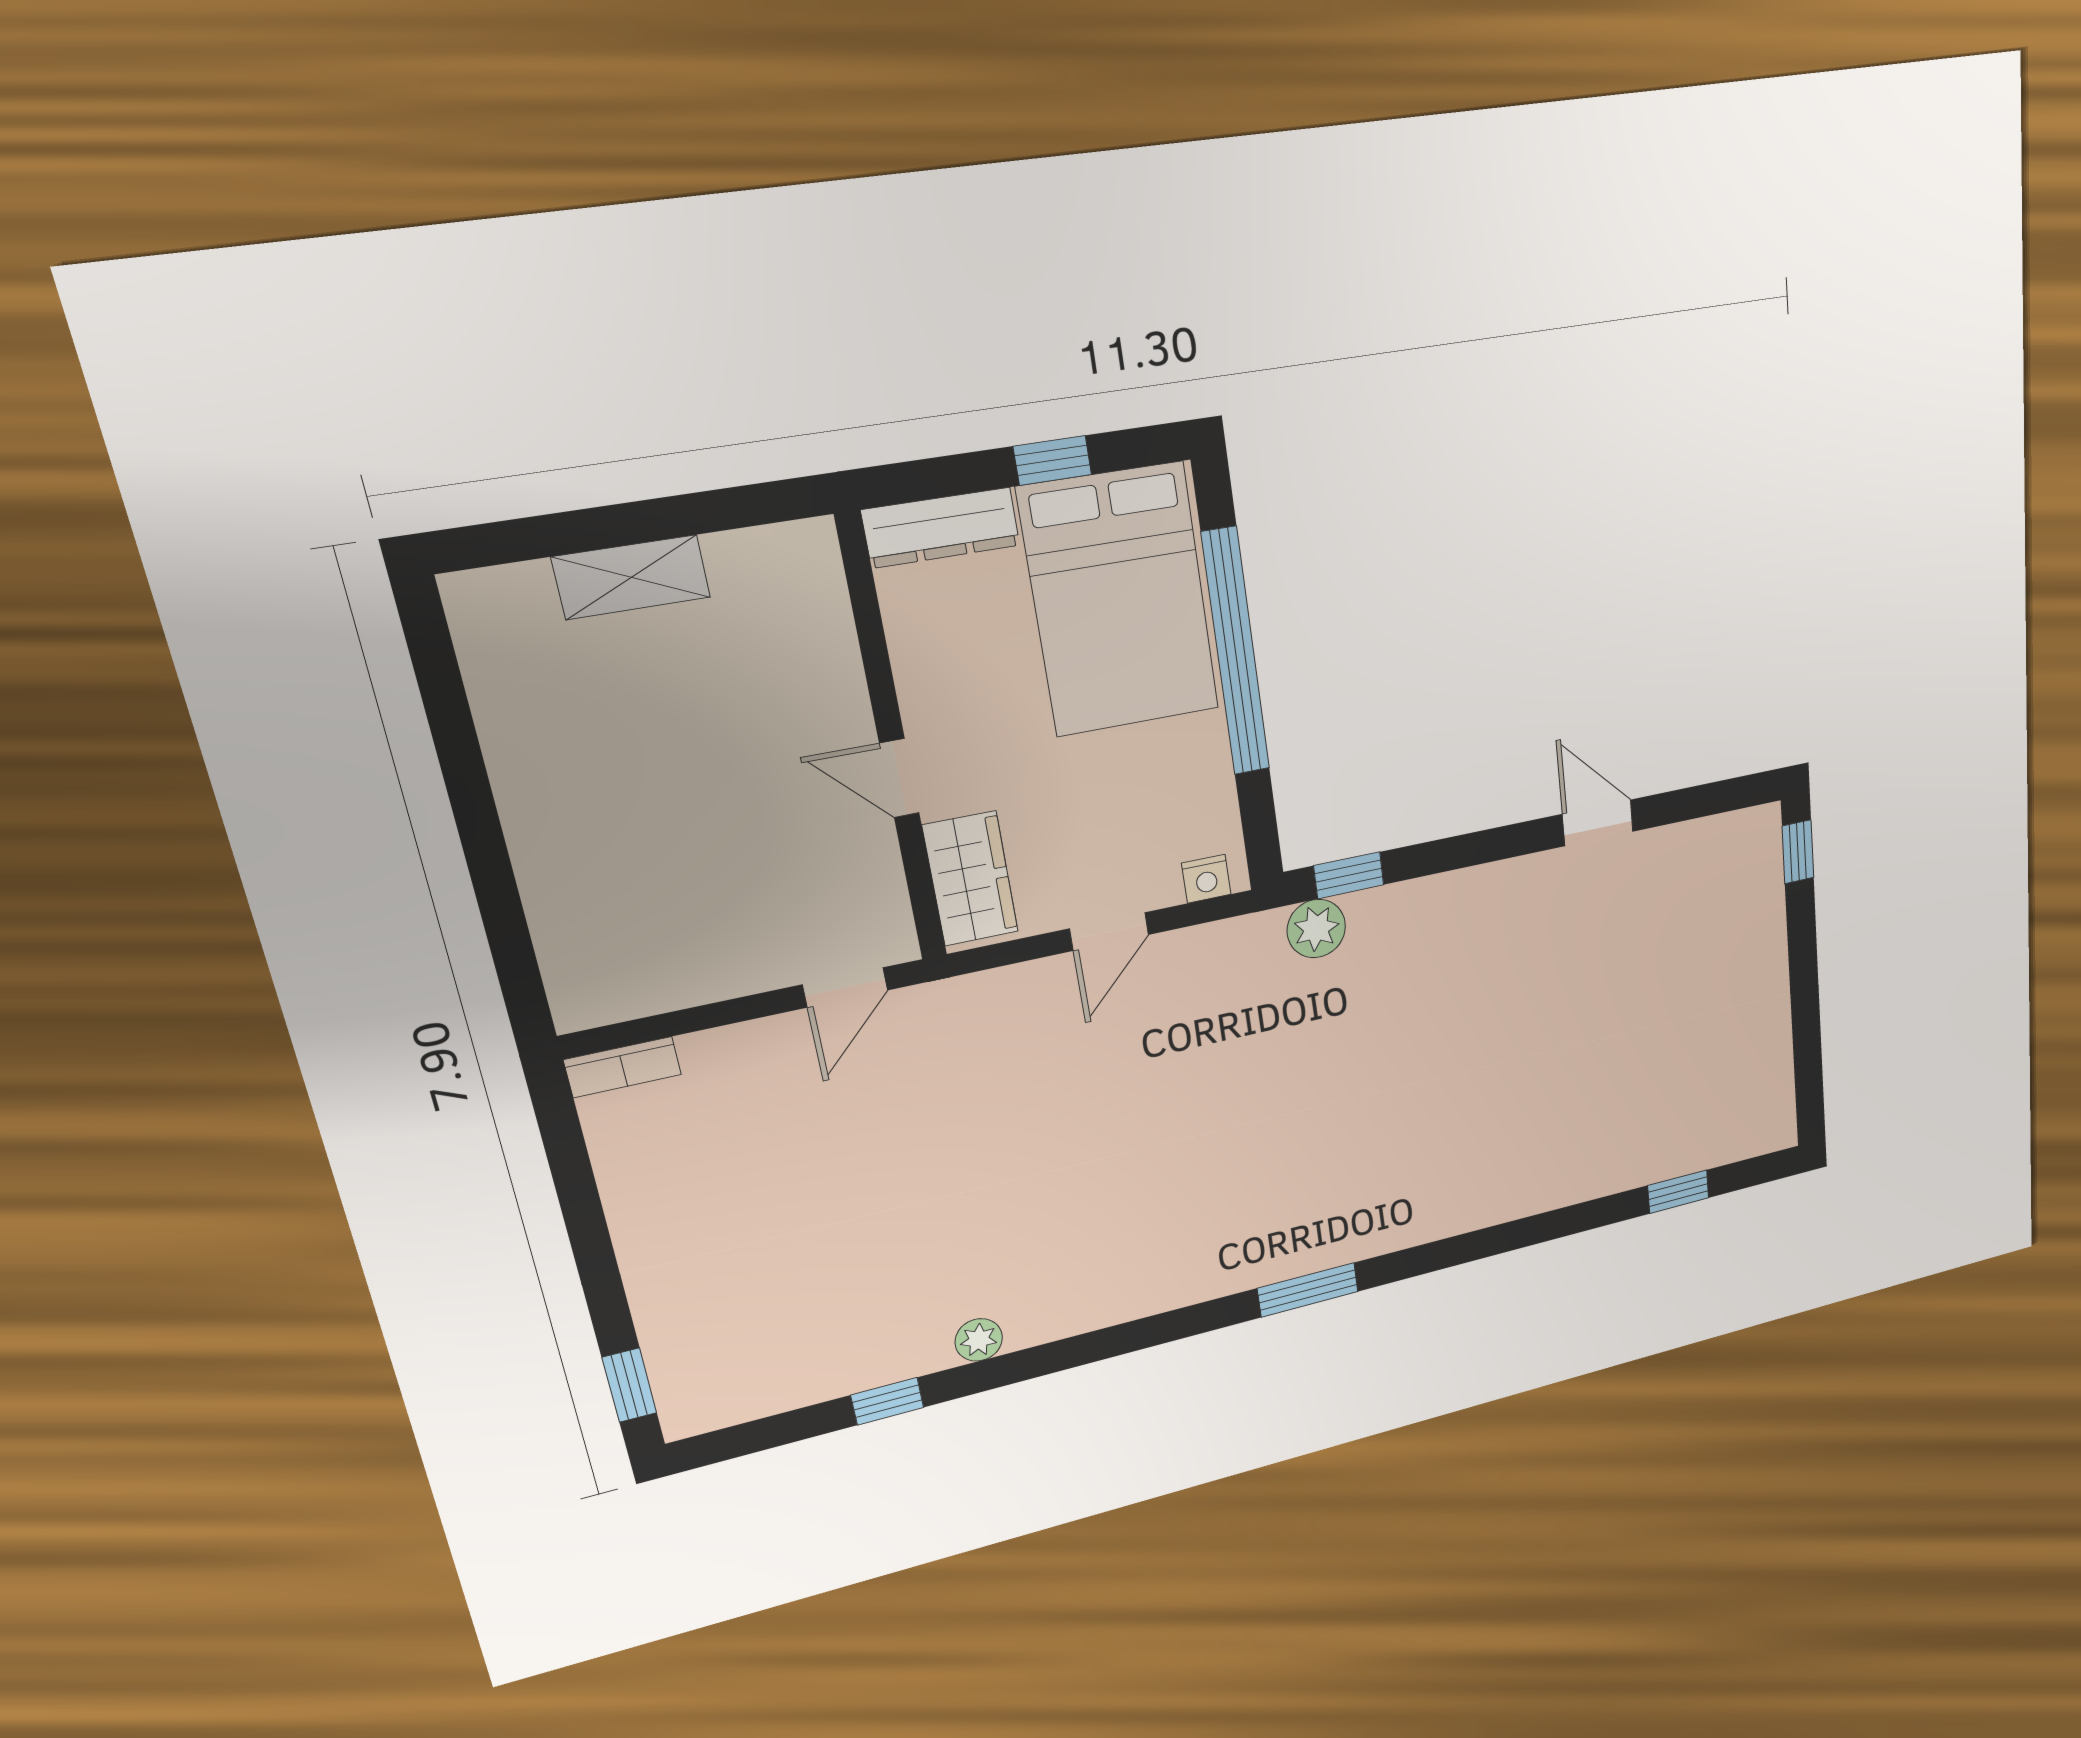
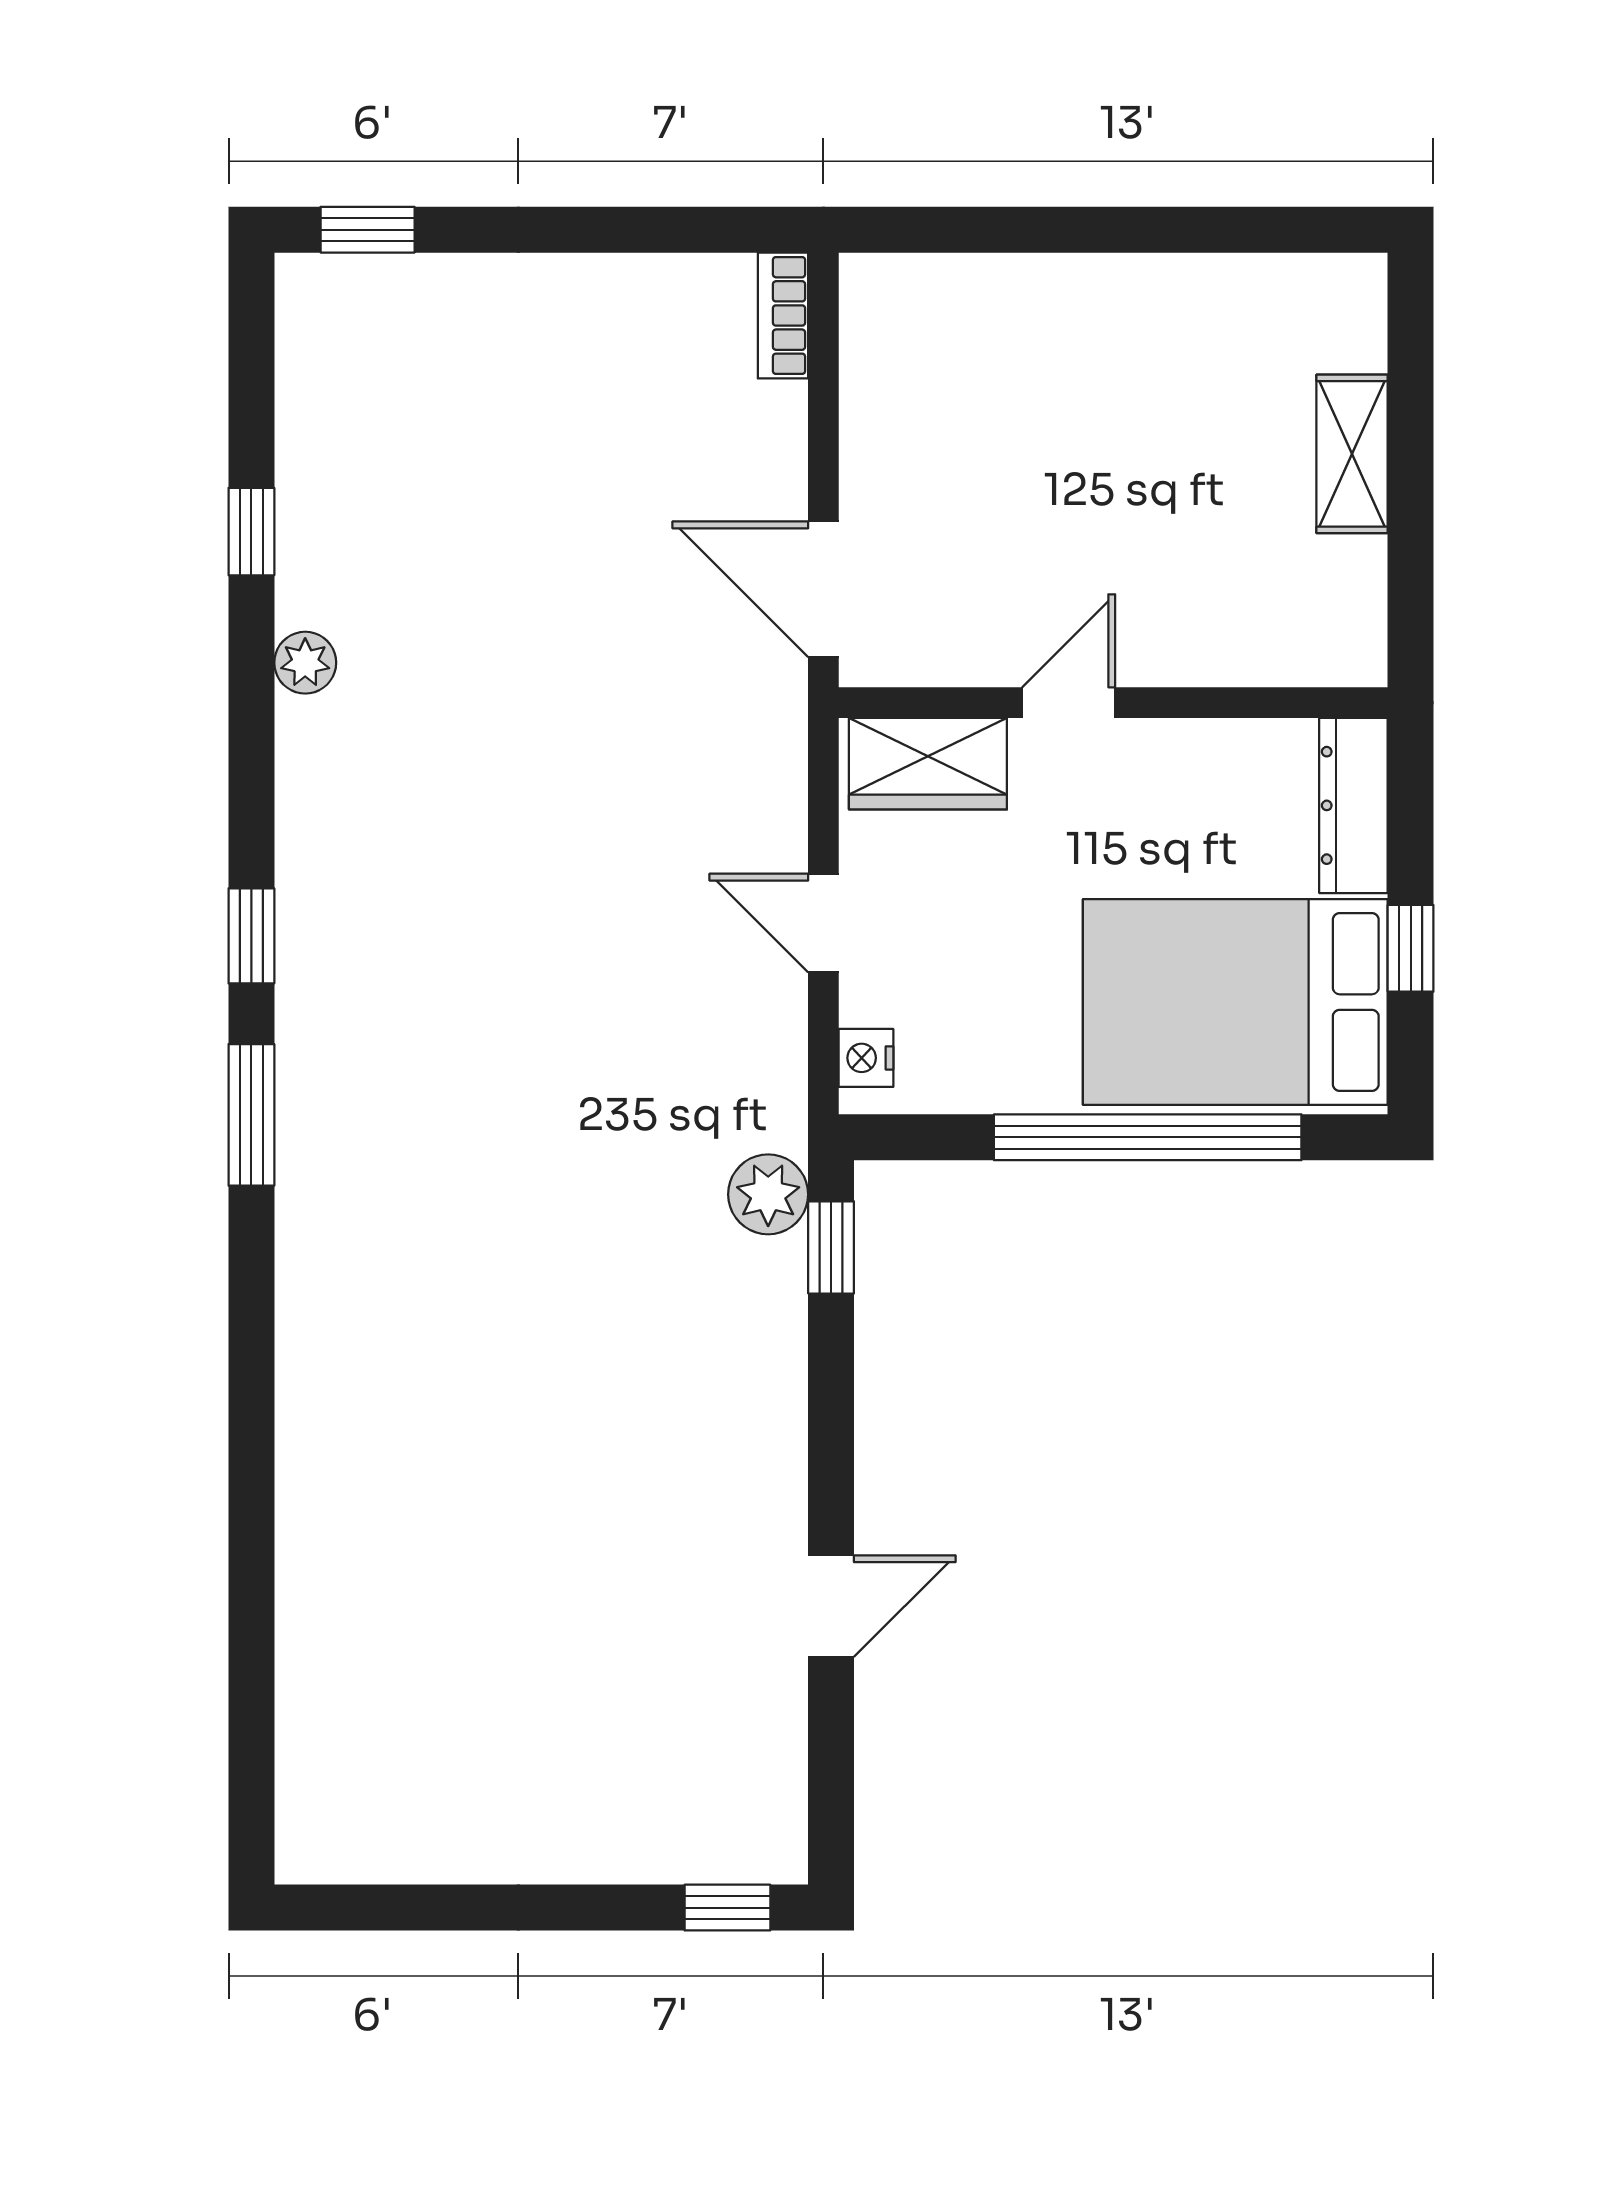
door: (845, 987) -> (823, 589), width x1.38
window: (1678, 1192) -> (251, 936), moved

